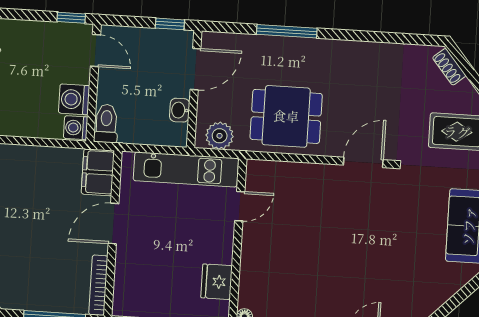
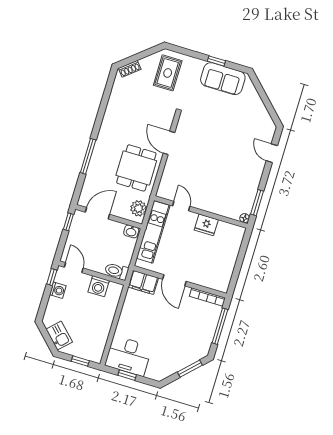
door: (96, 51) -> (74, 268), hinge flipped
door: (195, 69) -> (97, 213), hinge flipped
washbasin: (180, 110) -> (131, 231), moved
washing machine: (76, 128) -> (58, 290), moved, turned -90
door: (363, 162) -> (169, 143), moved
fridge: (217, 282) -> (206, 225), moved

